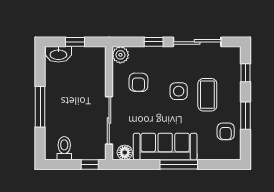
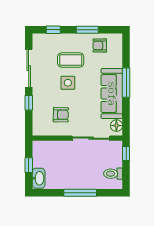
plant: (120, 55) -> (39, 129), removed
armchair: (226, 131) -> (100, 46), turned 180

